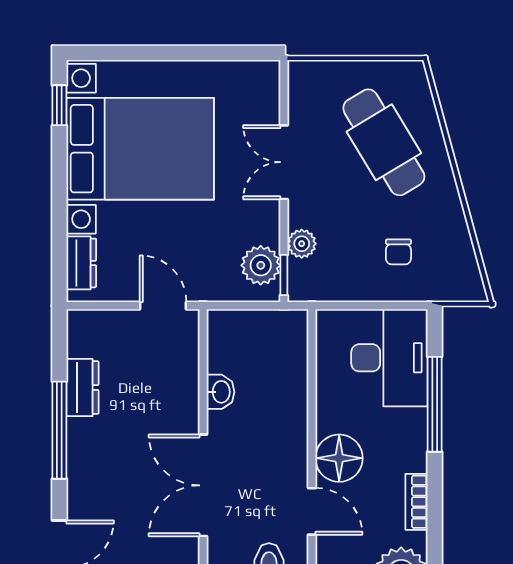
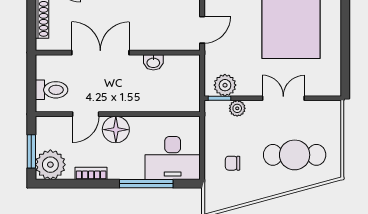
cafe table: (384, 142) -> (295, 155), turned 31

